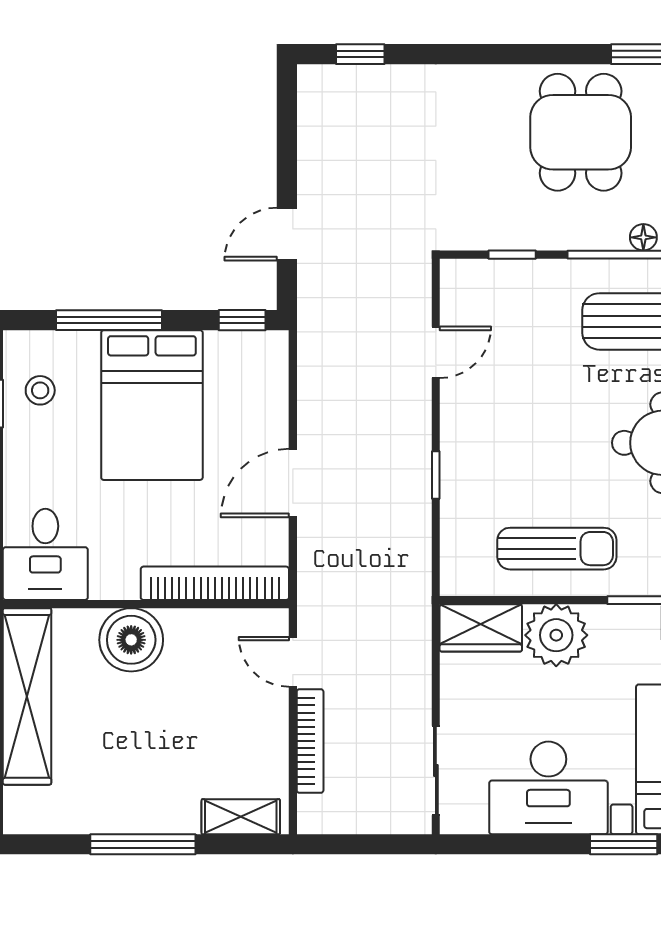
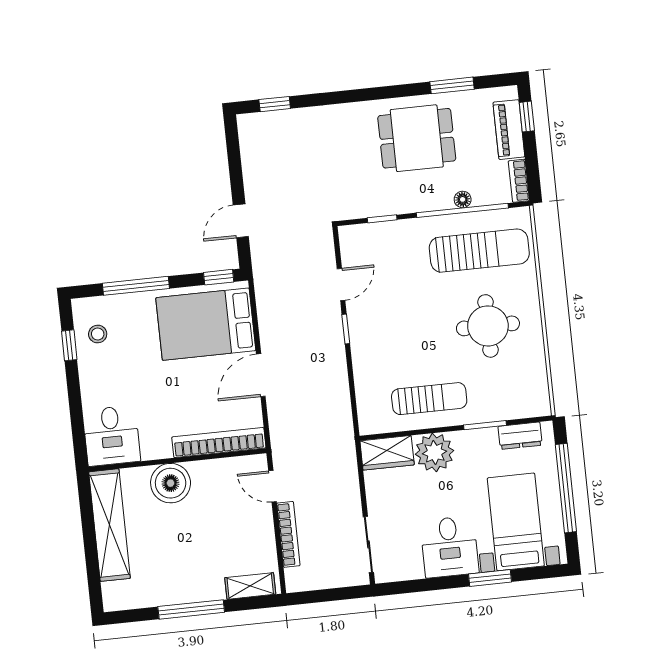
dining table: (581, 132) -> (417, 138), turned 90
bed: (152, 405) -> (206, 324), moved, turned 90
window: (436, 475) -> (346, 329), moved
desk: (548, 788) -> (450, 547), width x0.73

